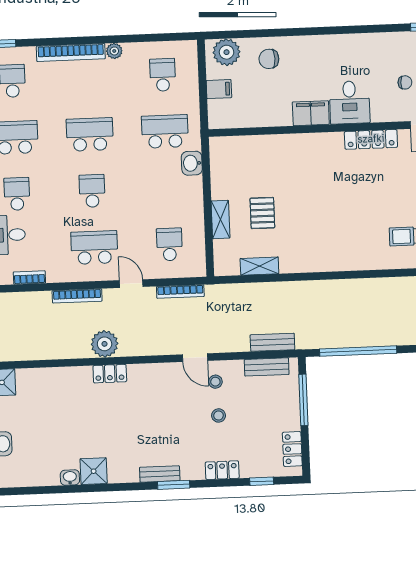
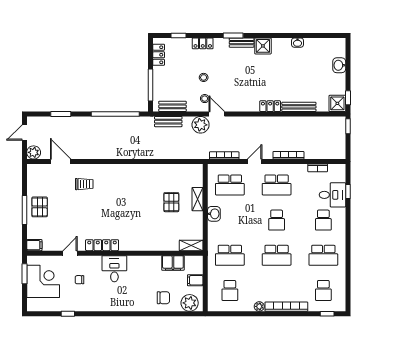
filing cabinet: (311, 113) -> (173, 263), moved
washbasin: (192, 163) -> (214, 214), moved
school desk: (169, 244) -> (230, 185), width x1.85
shelving: (259, 266) -> (191, 245), moved
door: (131, 284) -> (255, 162), swing flipped
plant: (105, 344) -> (201, 125), moved
bench: (64, 374) -> (299, 107), added
shower: (94, 471) -> (263, 46), moved

